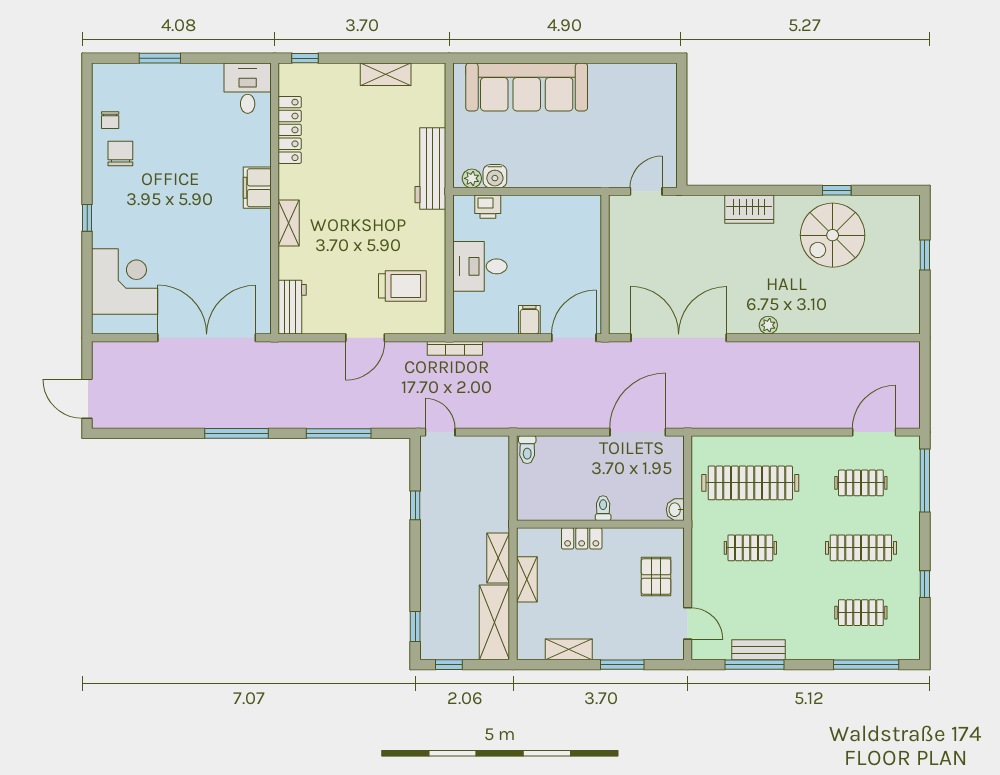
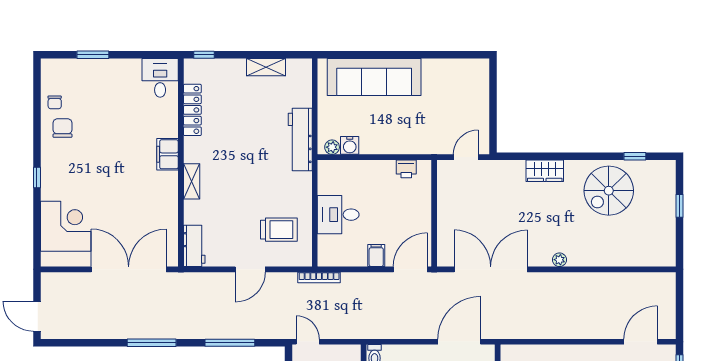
window: (837, 190) -> (635, 156), moved
printer: (488, 207) -> (406, 169), moved

